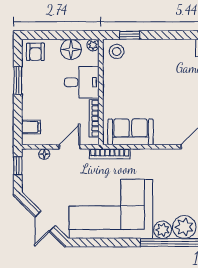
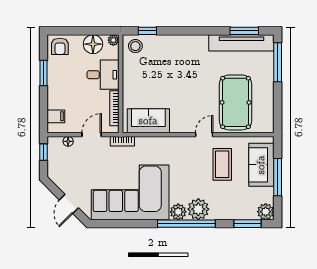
bookcase: (110, 154) -> (122, 141), width x0.64

